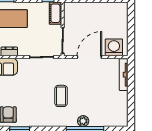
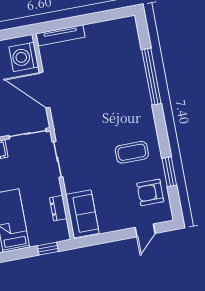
coffee table: (61, 96) -> (132, 152), moved
plant: (83, 121) -> (139, 82), removed

